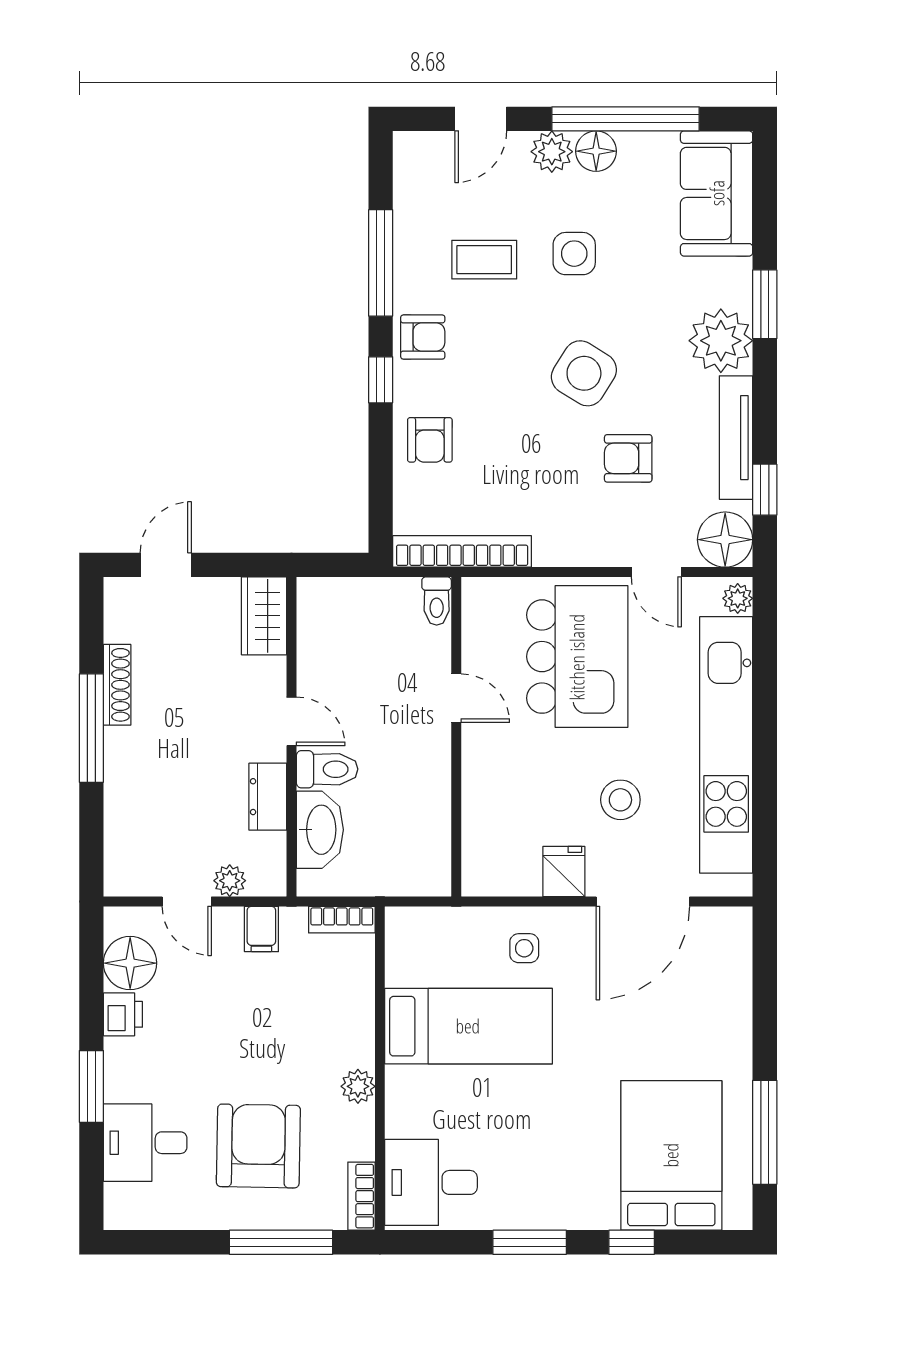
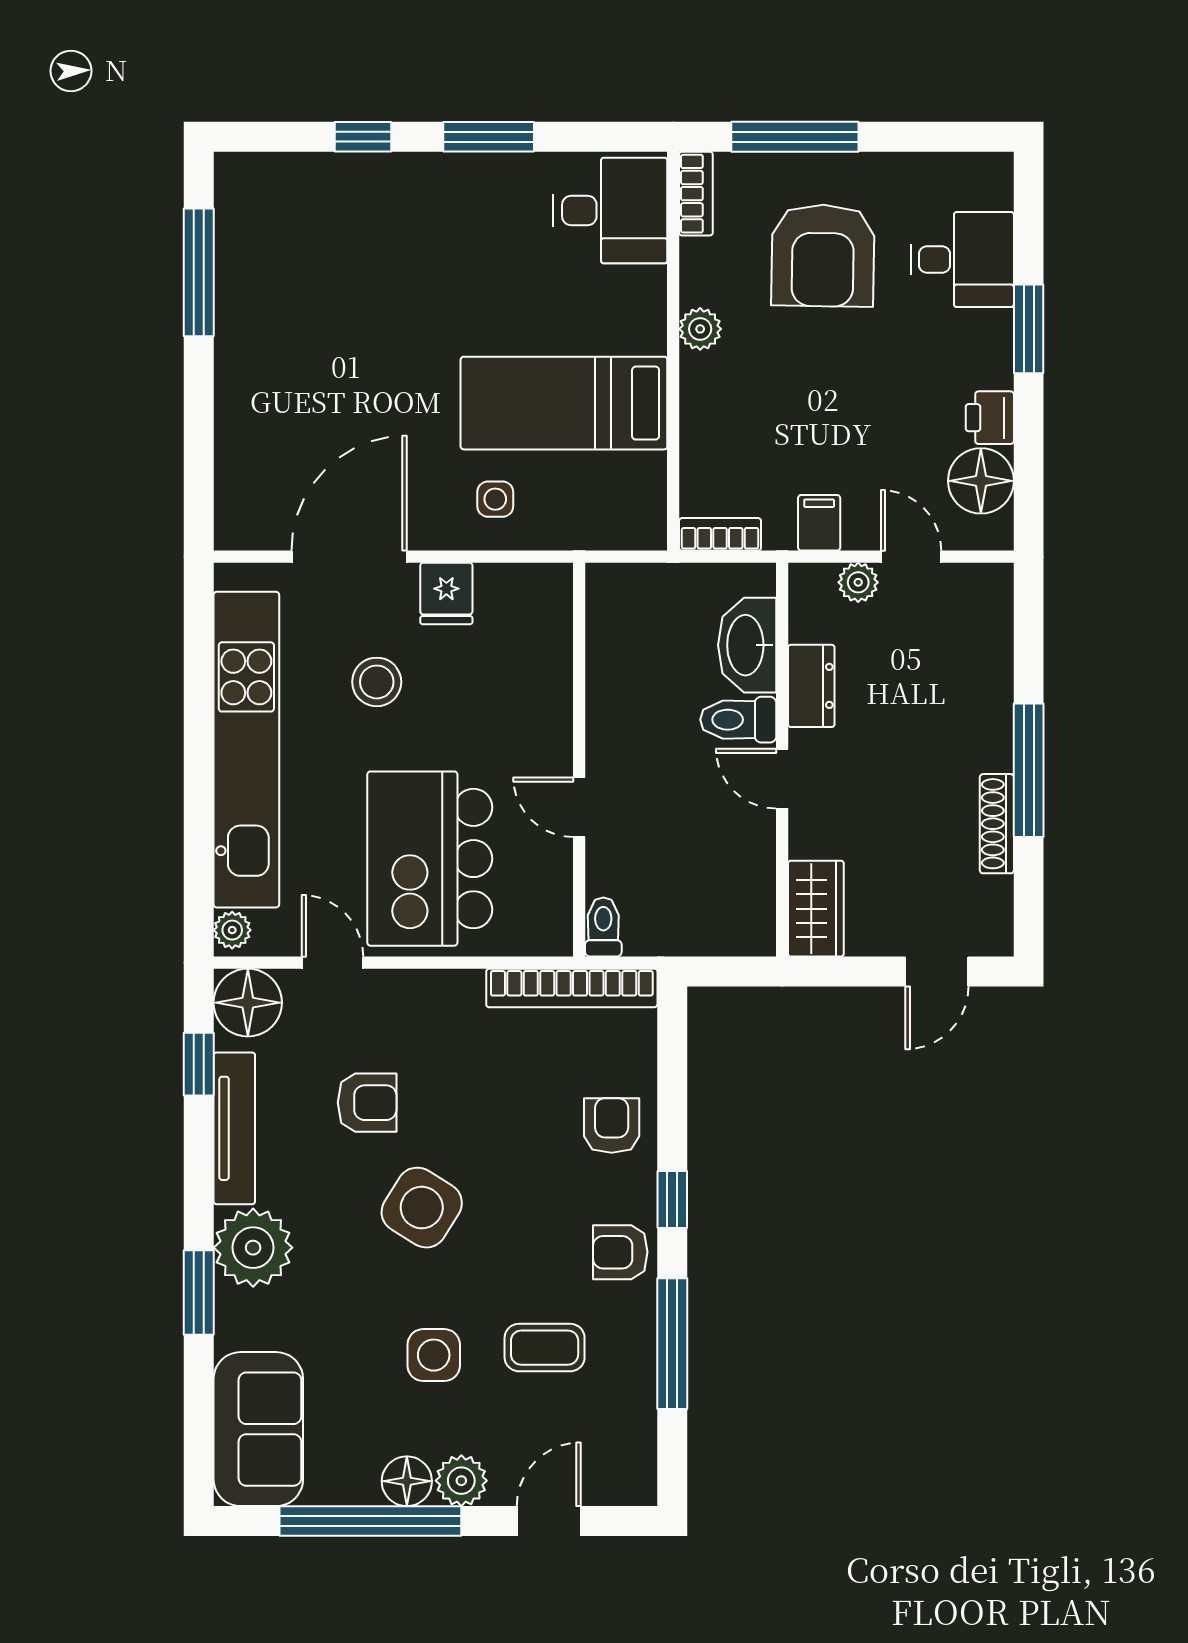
bed: (671, 1155) -> (314, 244), removed

